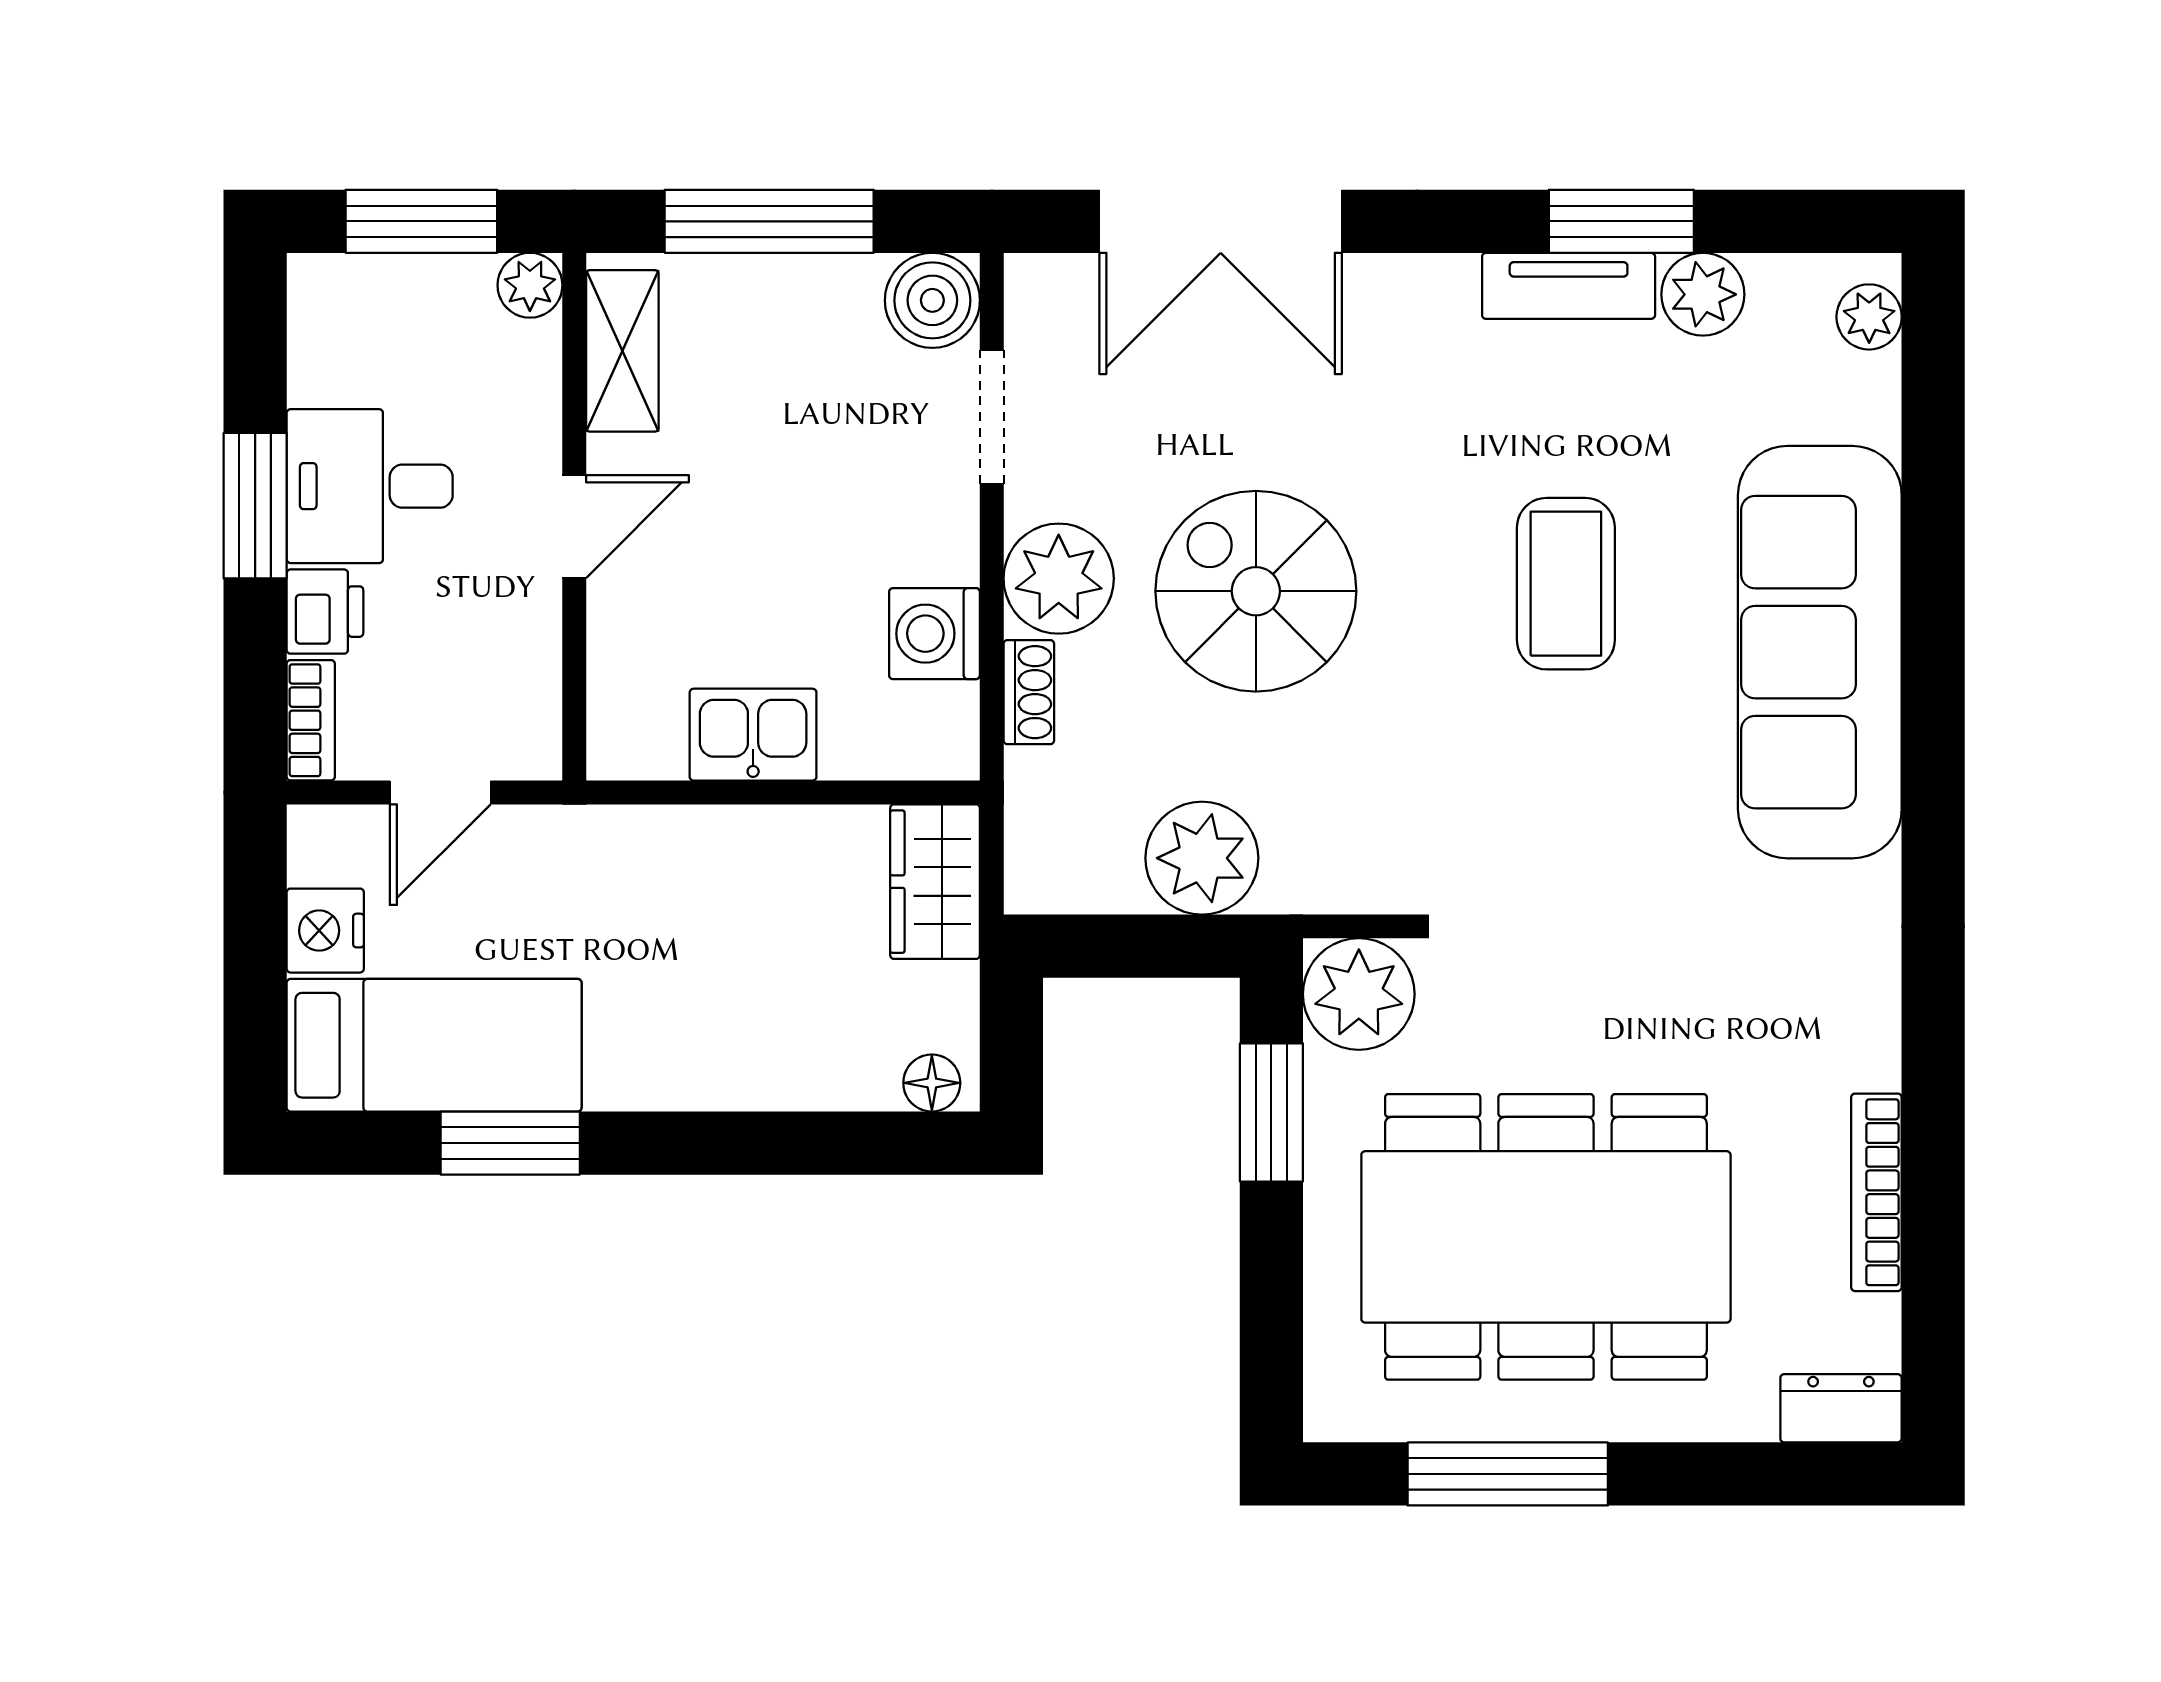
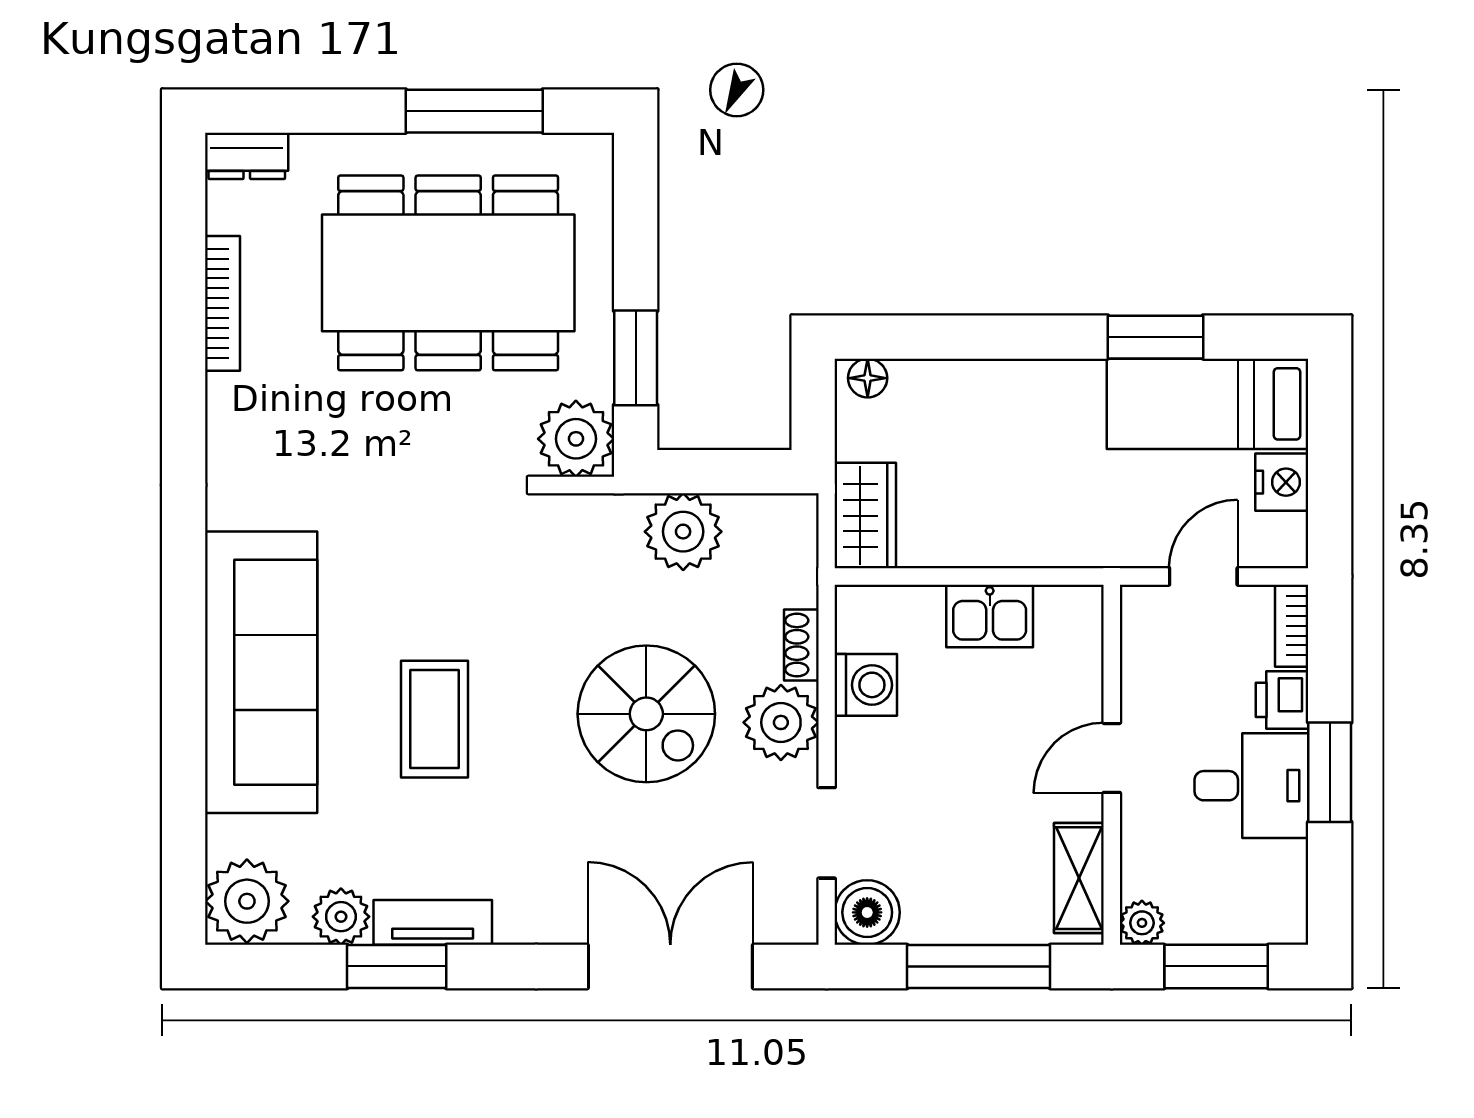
plant: (1869, 317) -> (247, 901), width x1.87, depth x1.87

